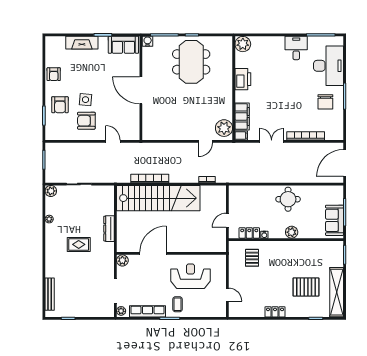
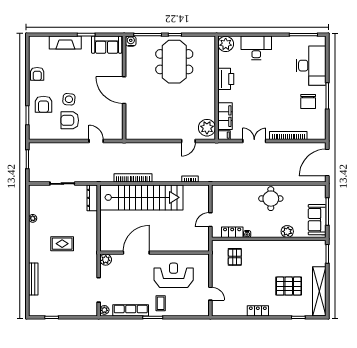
desk: (296, 48) -> (256, 48), moved, width x1.37
plant: (51, 191) -> (34, 190), removed
dresser: (109, 229) -> (92, 198), moved
plant: (292, 232) -> (287, 231), moved
bench: (50, 294) -> (33, 279), moved

